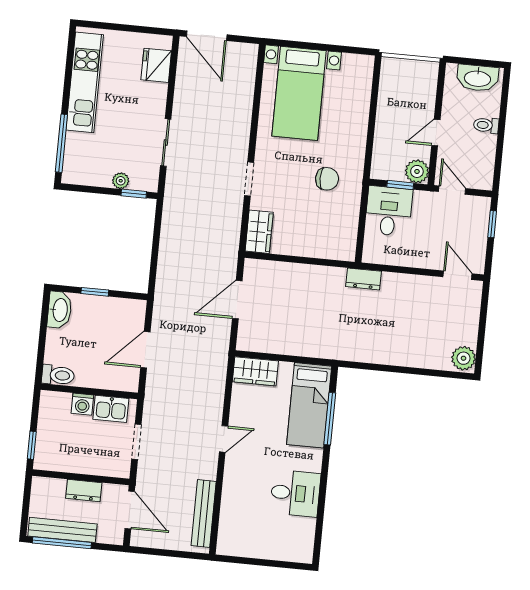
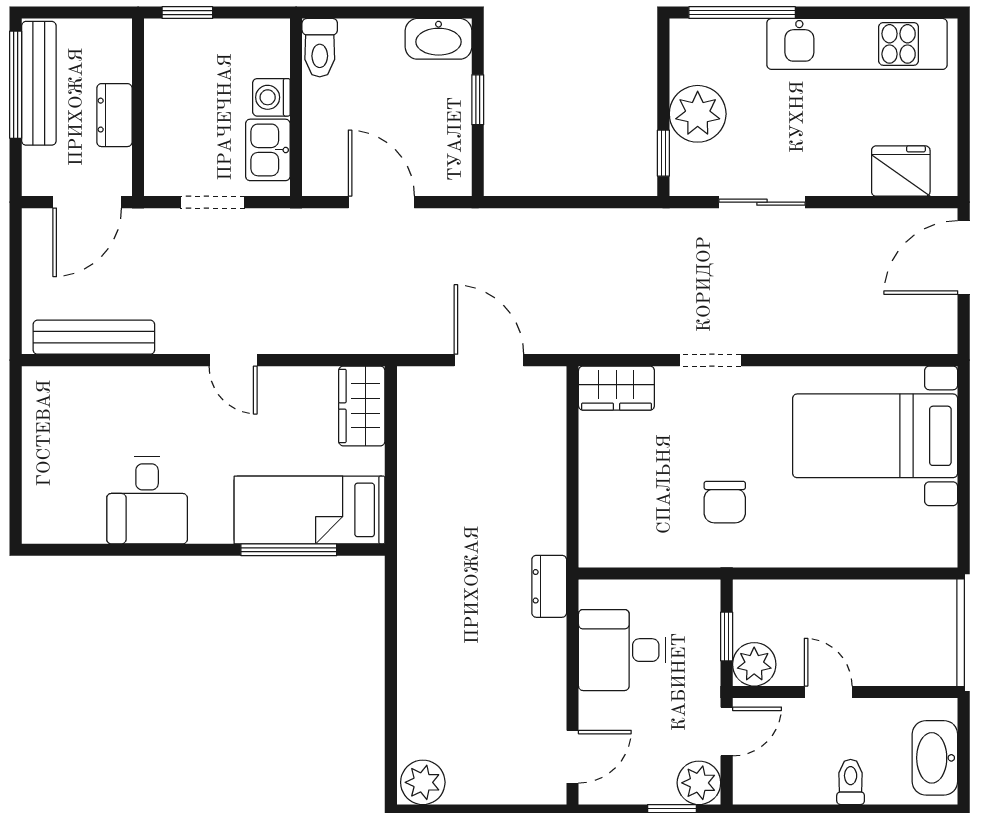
plant: (121, 181) -> (698, 114), width x1.88, depth x1.88
plant: (479, 208) -> (699, 783), added
desk: (389, 211) -> (622, 650), moved, turned 180

